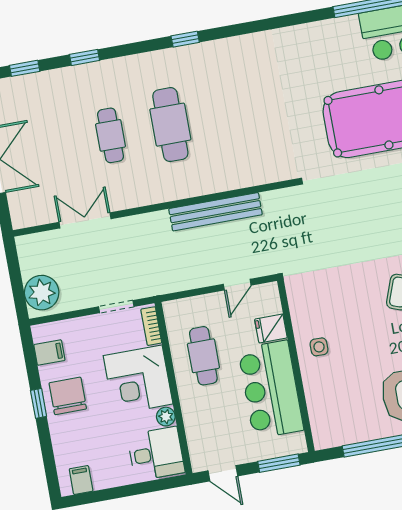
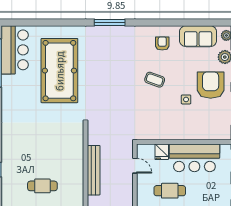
cafe table: (170, 125) -> (42, 186), width x0.73, depth x0.74
side table: (319, 347) -> (186, 99), moved

